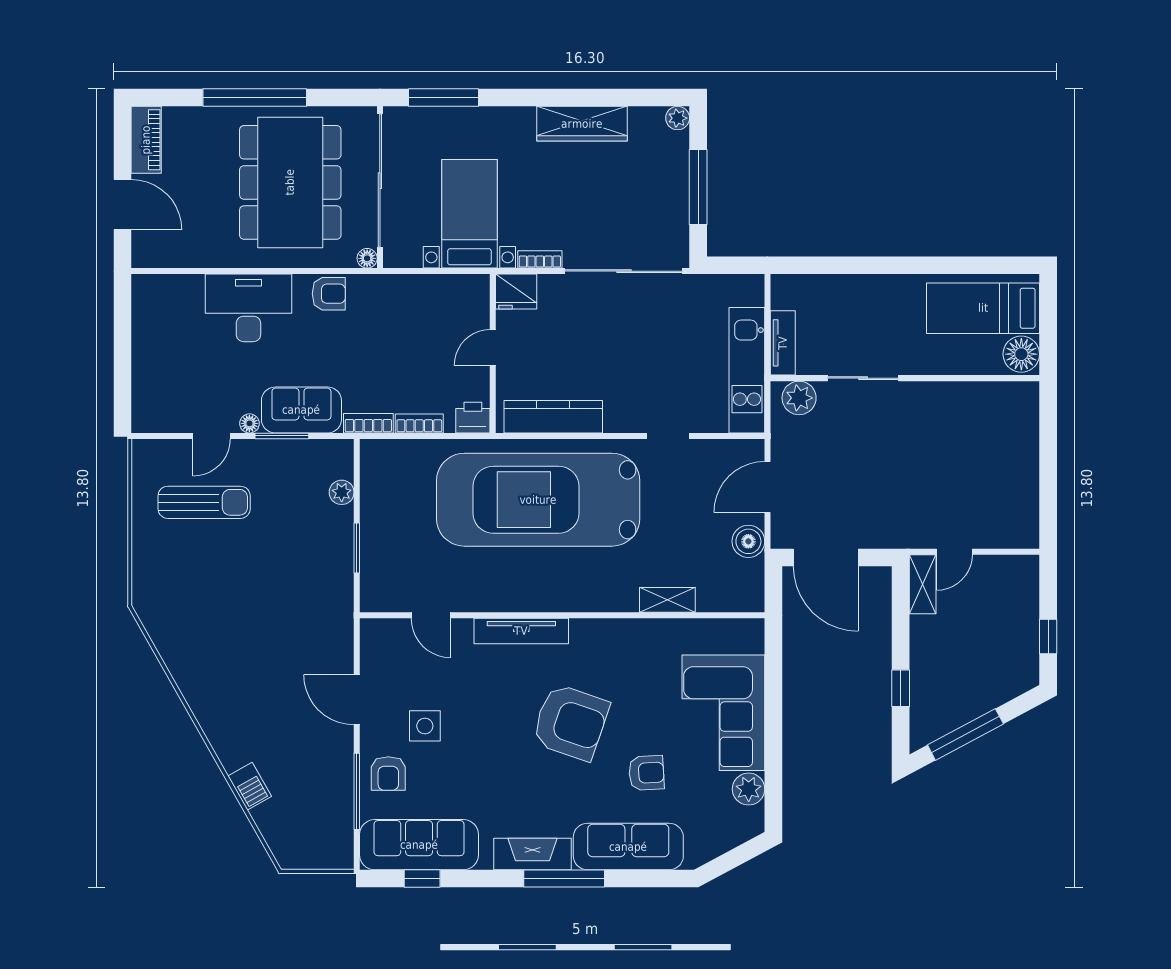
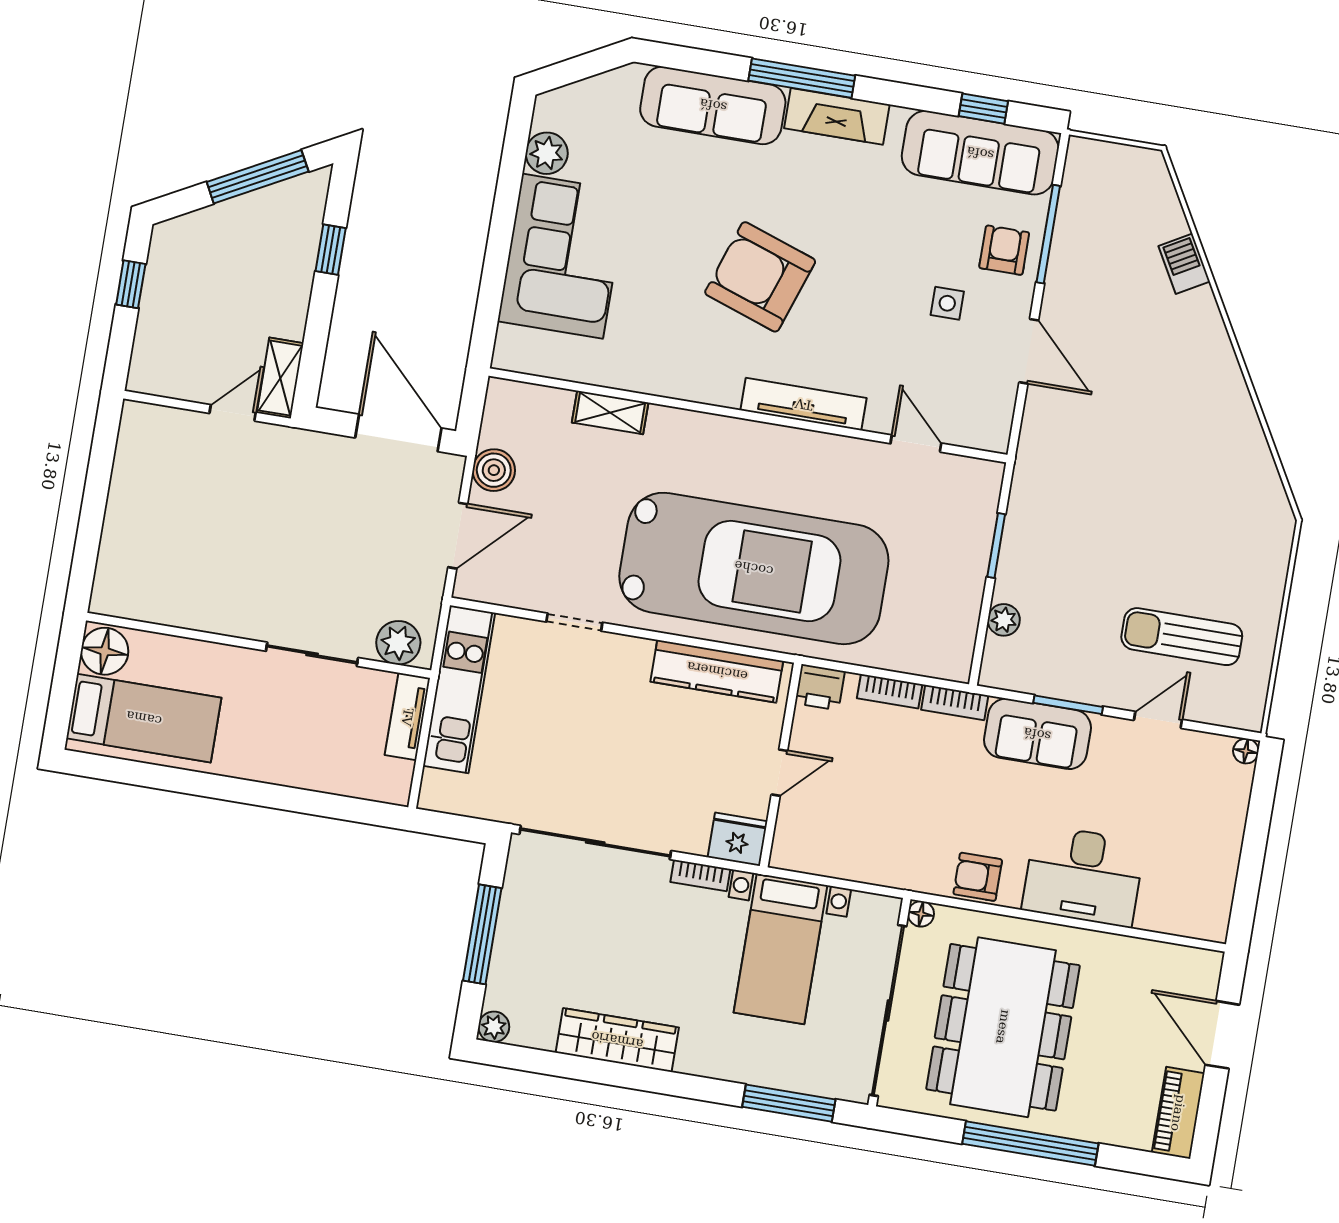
floor lamp: (249, 423) -> (1246, 751), moved
side table: (425, 726) -> (947, 303), width x0.73, depth x0.73
armchair: (646, 773) -> (674, 196), removed

